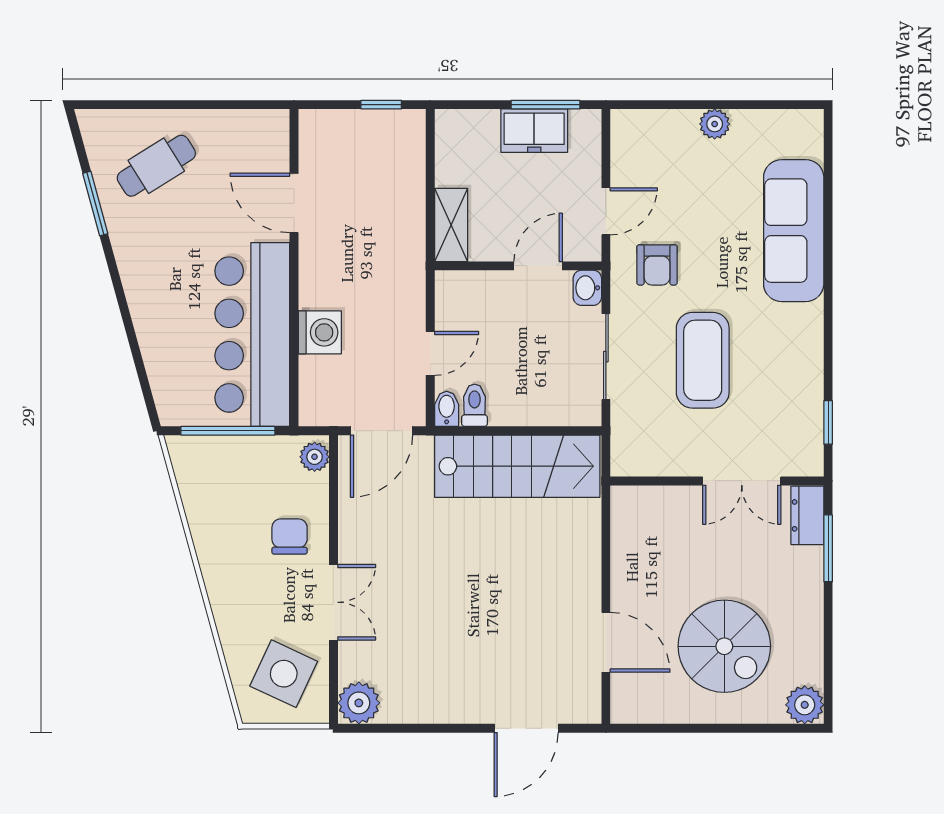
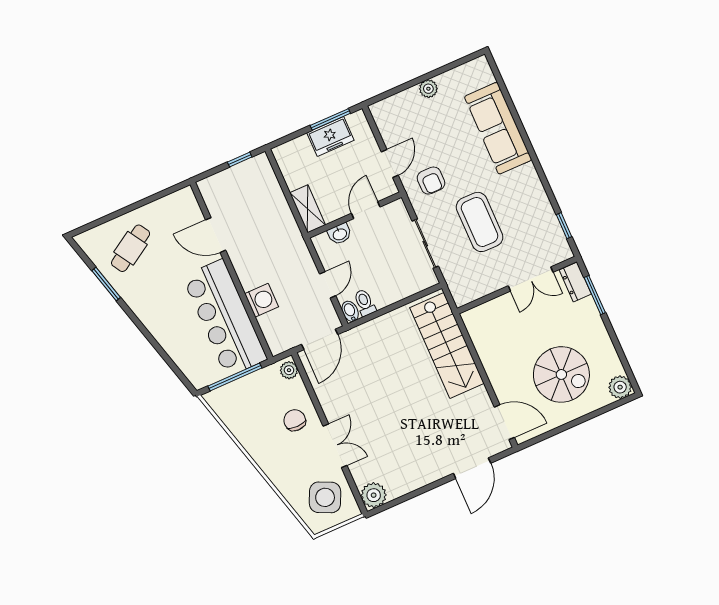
washbasin: (587, 288) -> (340, 234), moved, turned -90
stairs: (517, 466) -> (447, 346), moved, turned 90
door: (606, 642) -> (504, 422), moved

